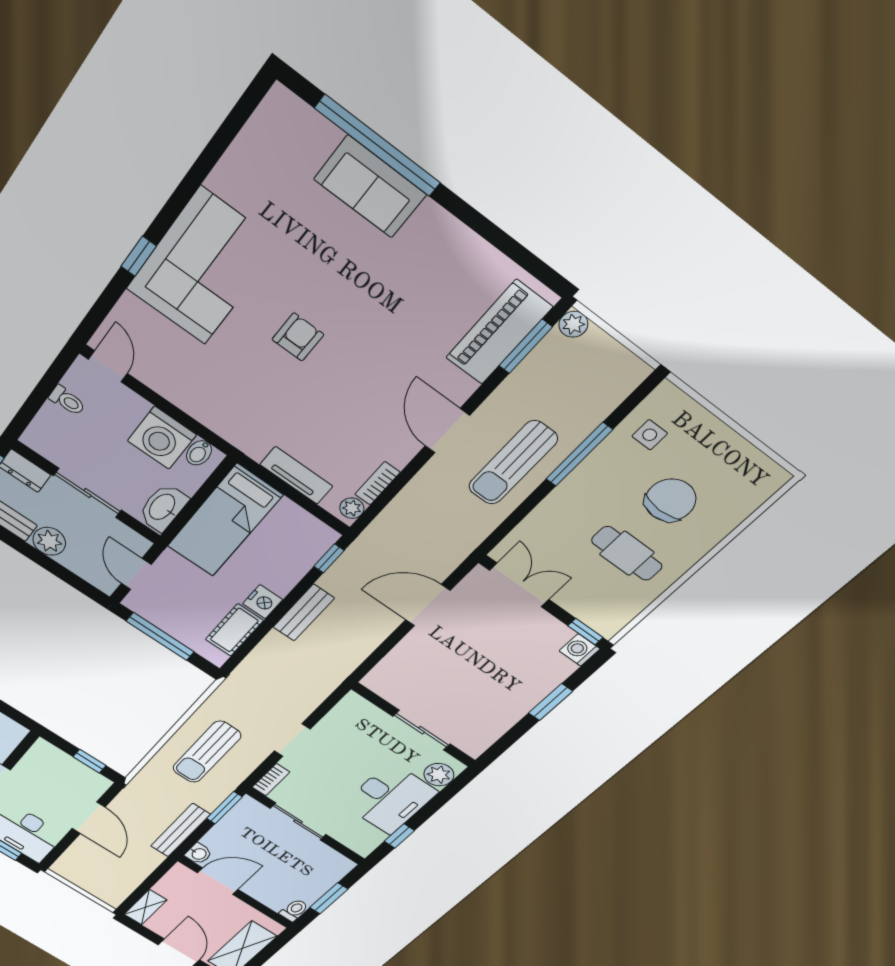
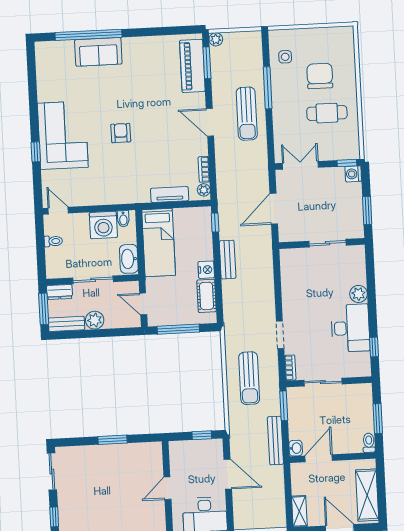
wall: (414, 725) -> (322, 243), moved
sliding door: (422, 730) -> (327, 243), moved

